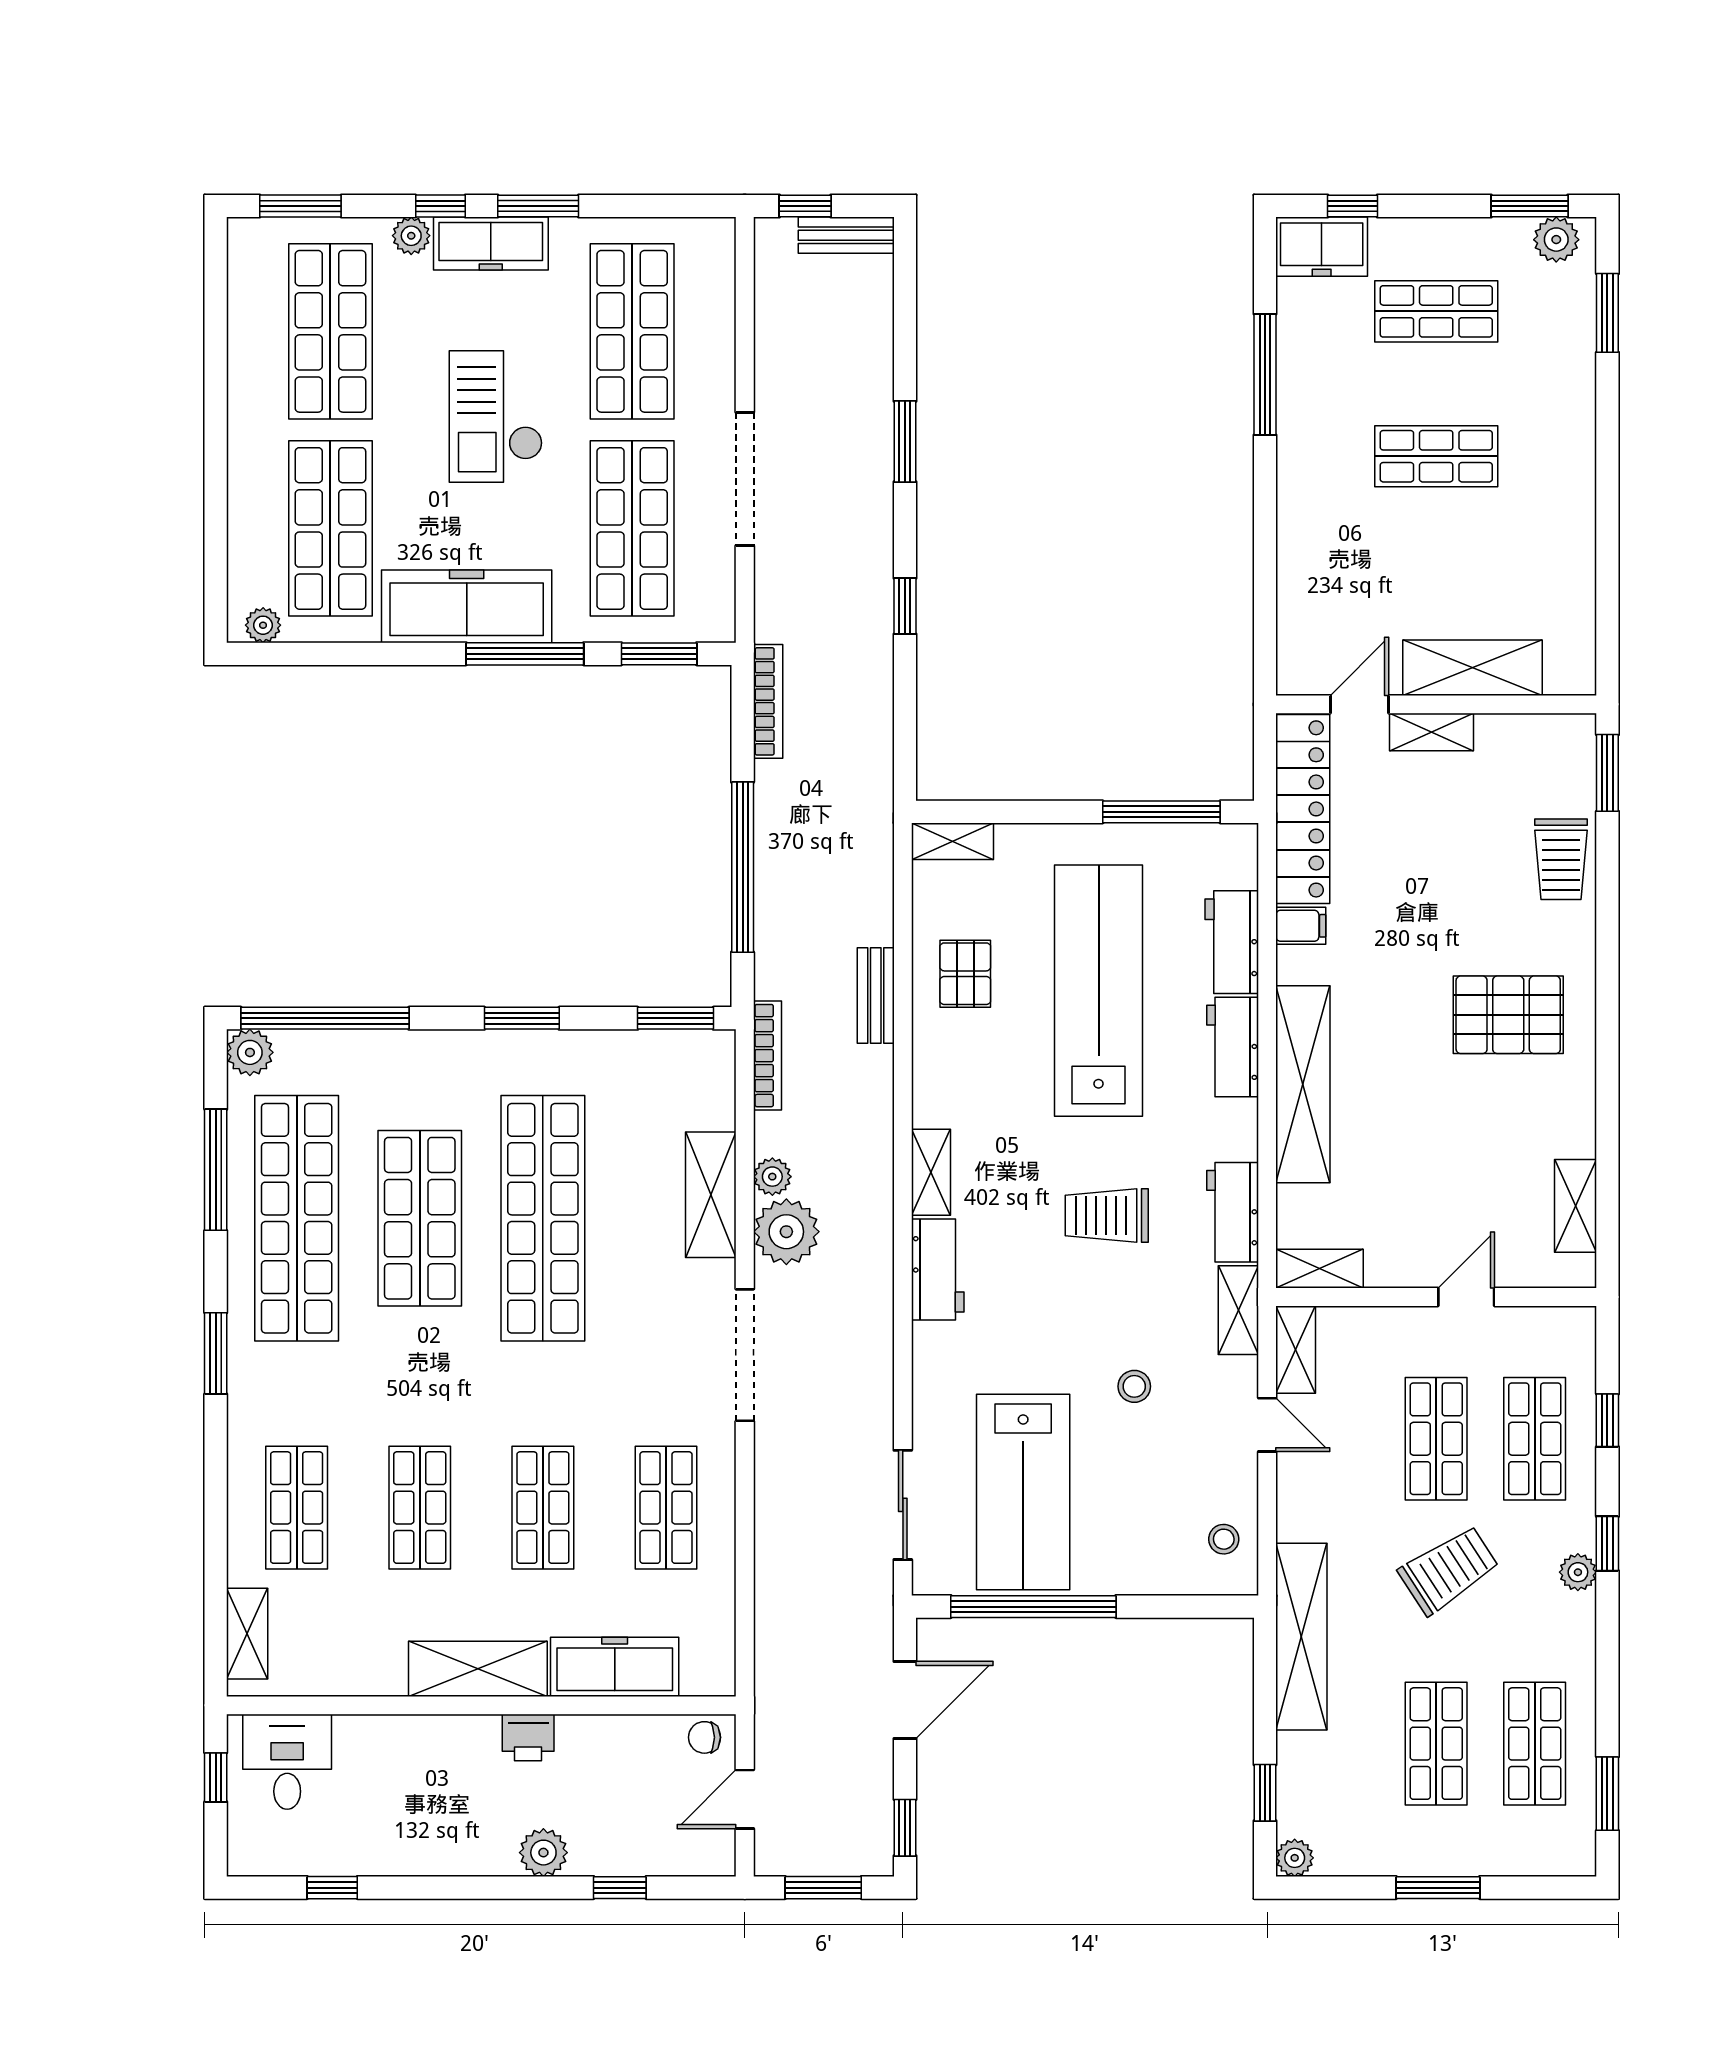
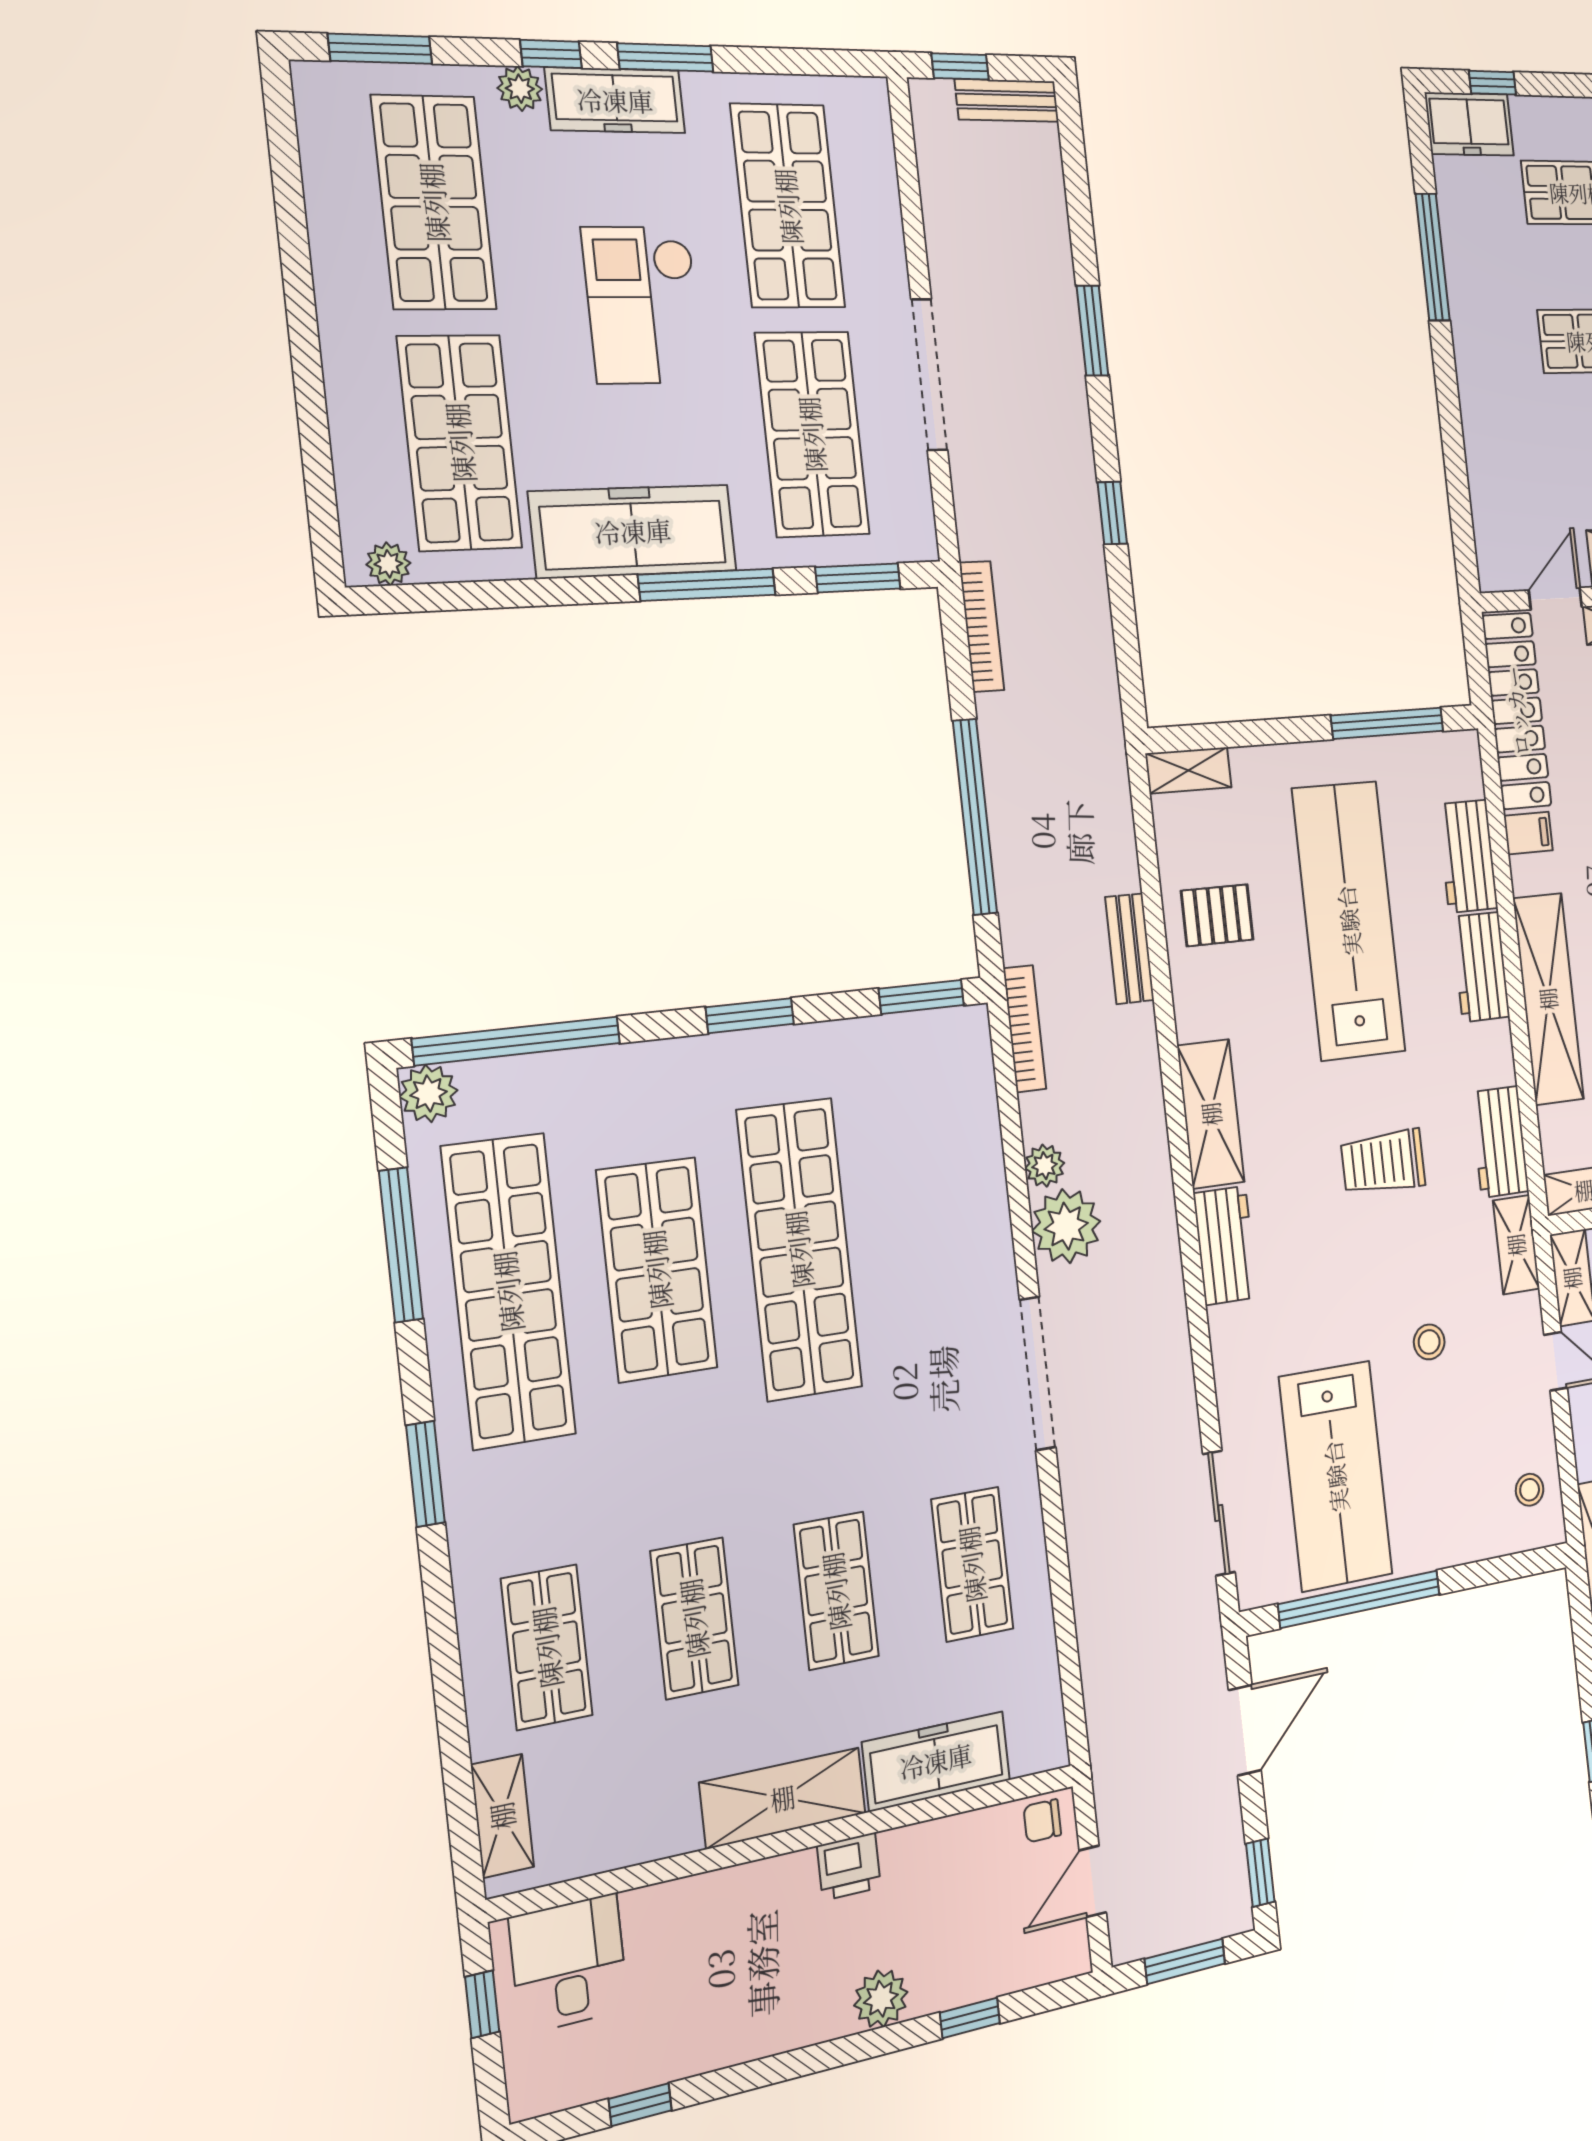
pallet: (965, 974) -> (1217, 915), turned 90
shelving: (931, 1172) -> (1211, 1114), width x1.50, depth x1.33
shelving: (711, 1195) -> (982, 1195), removed

